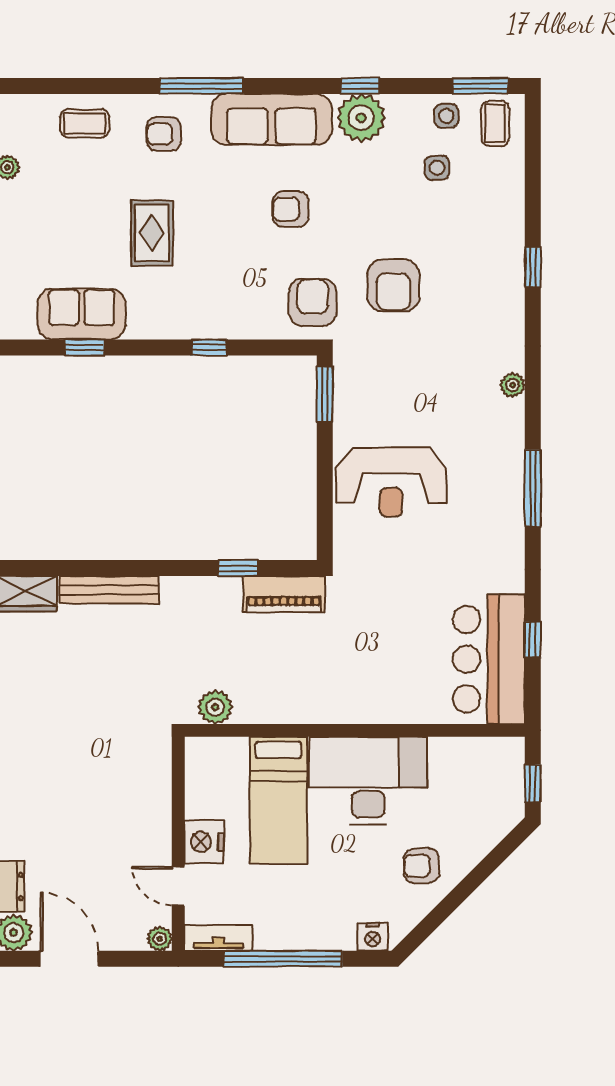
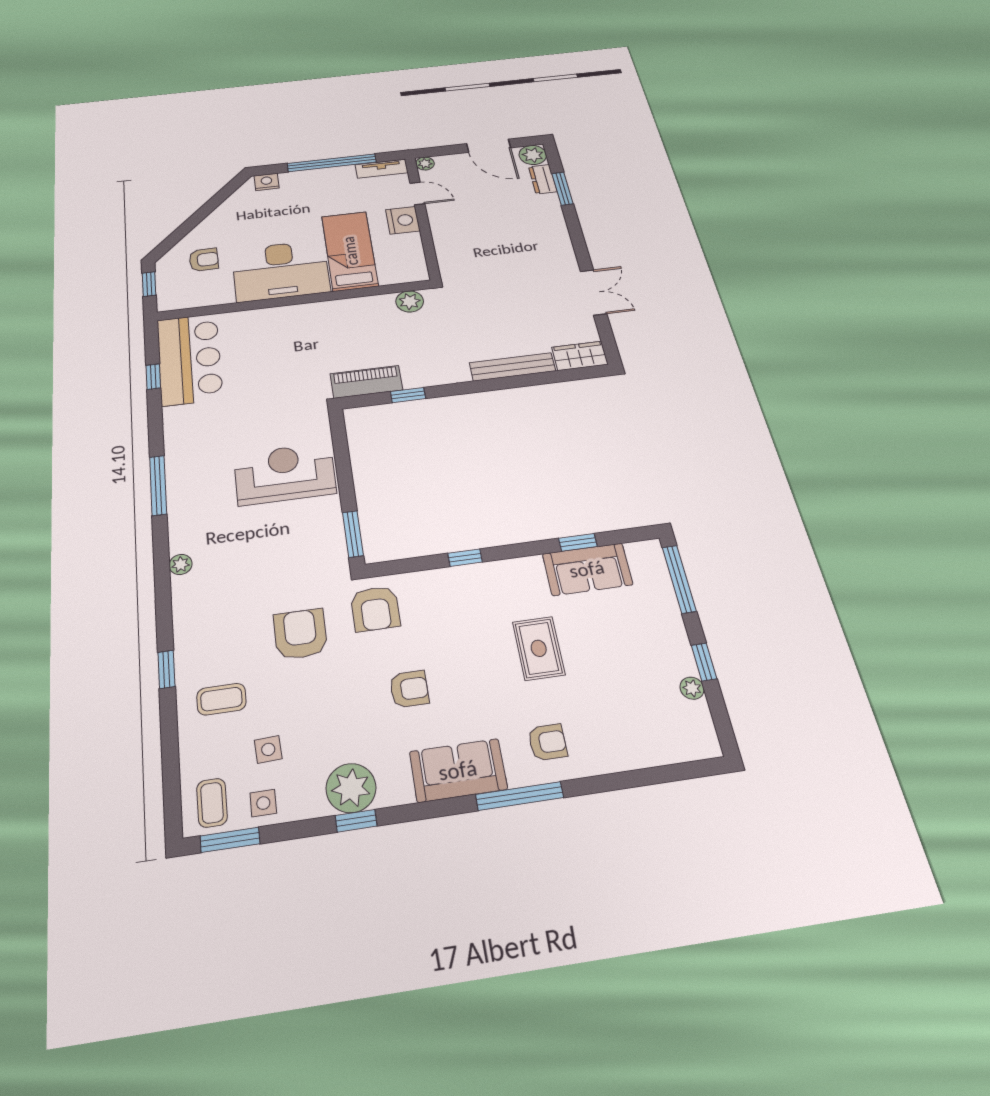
sofa: (272, 119) -> (458, 770), width x0.73
coffee table: (85, 123) -> (221, 699), moved
armchair: (421, 866) -> (204, 260), moved

